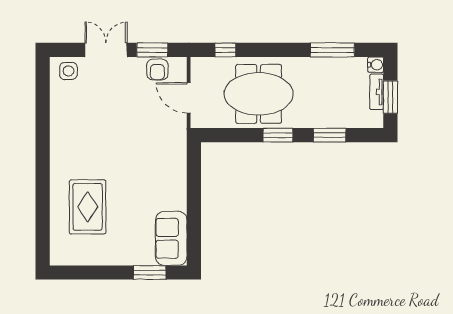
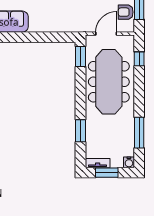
tv unit: (377, 92) -> (98, 163), moved
meeting table: (259, 94) -> (109, 82), width x1.36
window: (278, 135) -> (80, 56), moved

